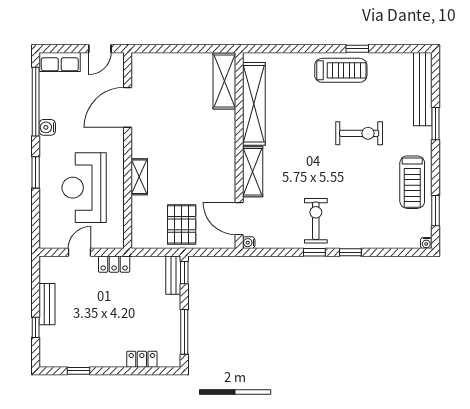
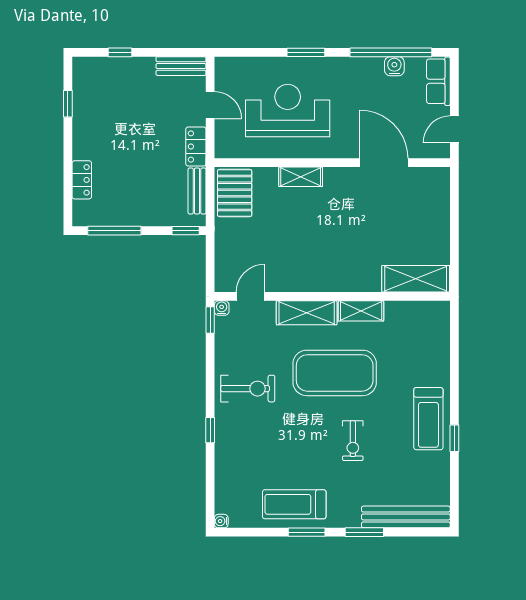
door: (100, 49) -> (454, 129), hinge flipped
shelving: (254, 104) -> (361, 311), width x0.45, depth x0.75
water cooler: (47, 127) -> (394, 66), moved
exercise bike: (359, 133) -> (353, 441), width x0.73, depth x0.72
exercise mat: (303, 148) -> (335, 373), added
window: (436, 211) -> (307, 532), moved
door: (239, 219) -> (250, 296), width x0.73
pallet: (182, 224) -> (235, 193), moved, turned 90
window: (314, 252) -> (210, 320), moved
bench: (173, 275) -> (197, 191), moved, turned 90
bench: (47, 304) -> (181, 66), moved

